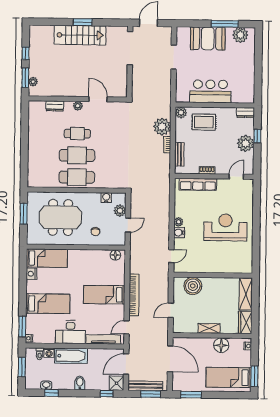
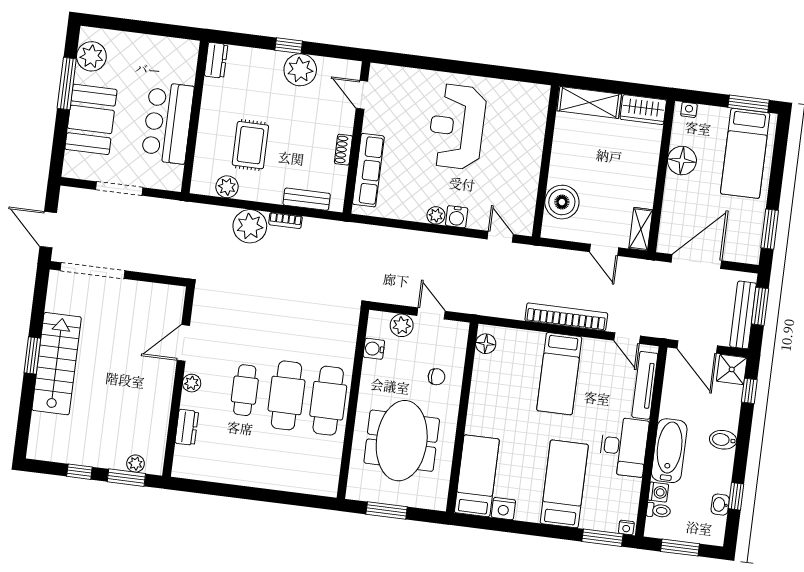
bar counter: (210, 91) -> (168, 123), moved
wall: (215, 105) -> (195, 117), moved
dresser: (245, 113) -> (216, 60), moved
shelving: (209, 328) -> (641, 229), moved

